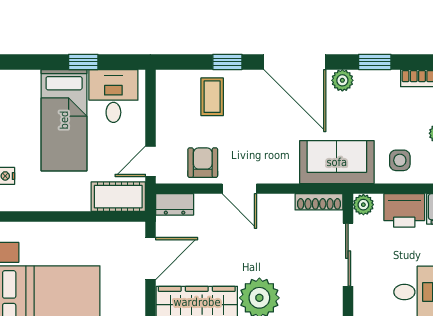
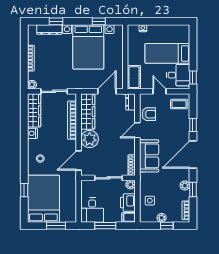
window: (83, 62) -> (193, 77), moved
plant: (342, 80) -> (185, 185), moved
coffee table: (212, 97) -> (179, 104), moved
door: (150, 161) -> (160, 91), moved
sofa: (337, 162) -> (149, 156), moved
door: (150, 259) -> (107, 91), swing flipped

